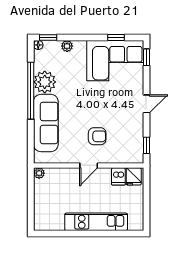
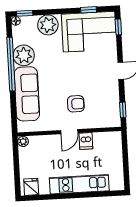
plant: (67, 46) -> (48, 25), width x1.87, depth x1.87
dishwasher: (118, 176) -> (86, 141), moved
fridge: (134, 176) -> (31, 187), moved, turned 180

